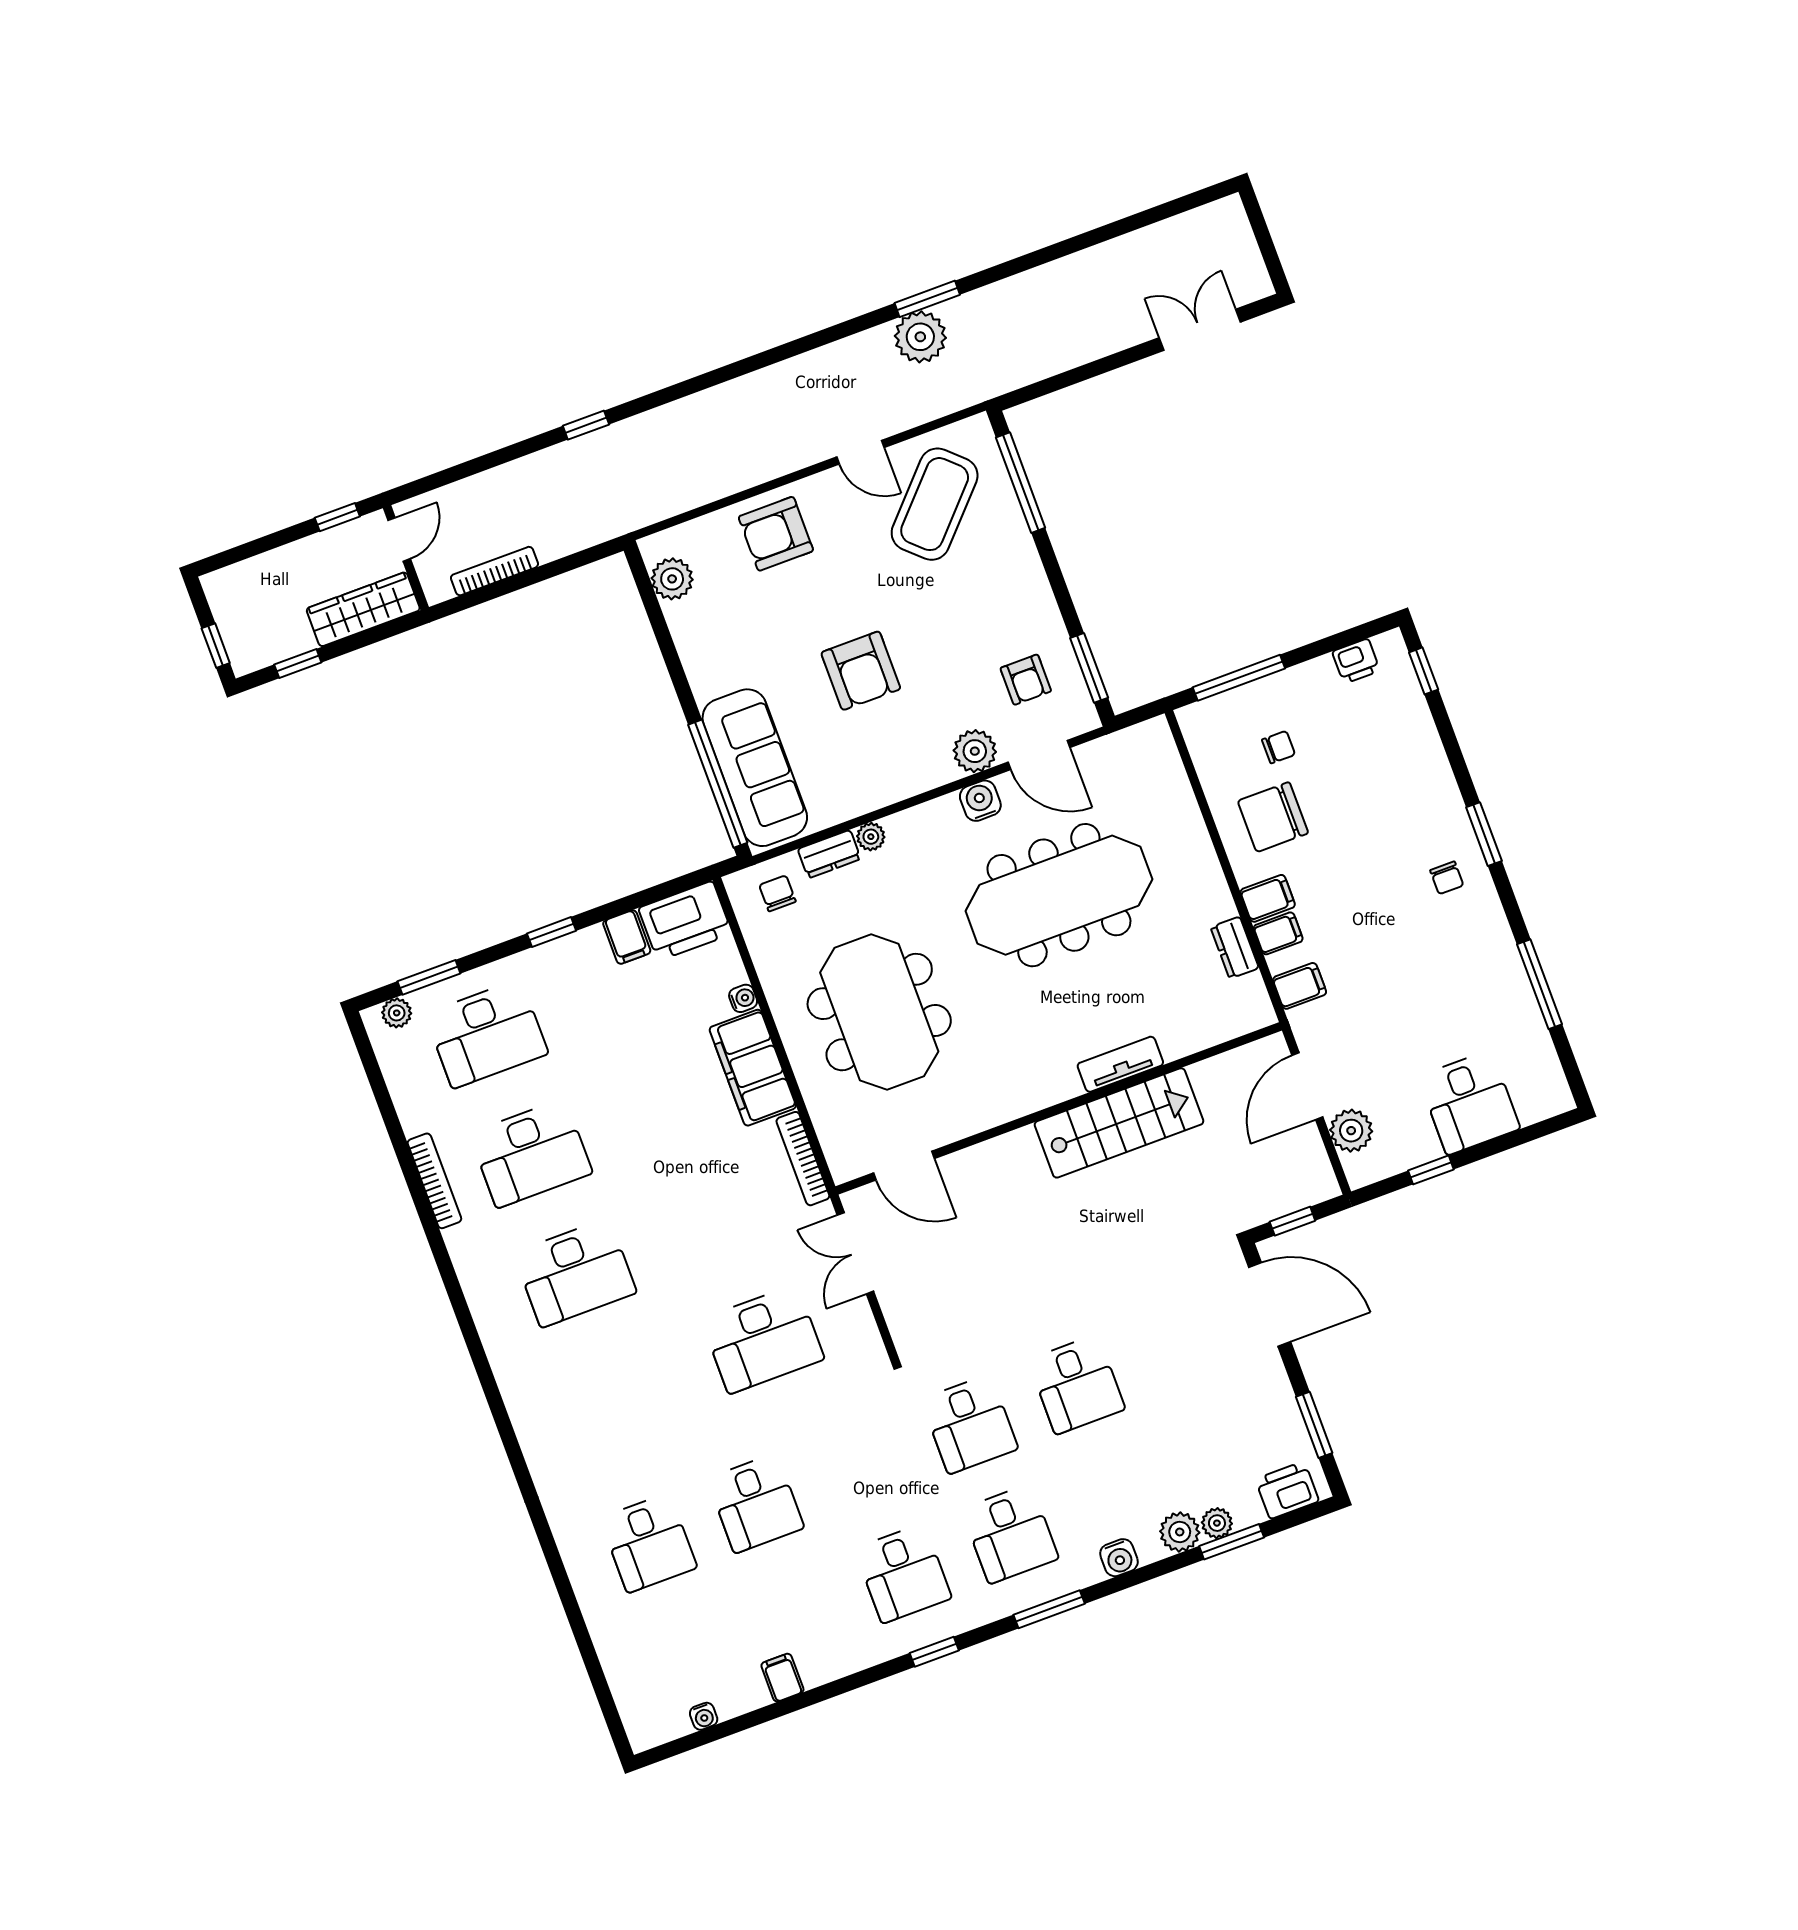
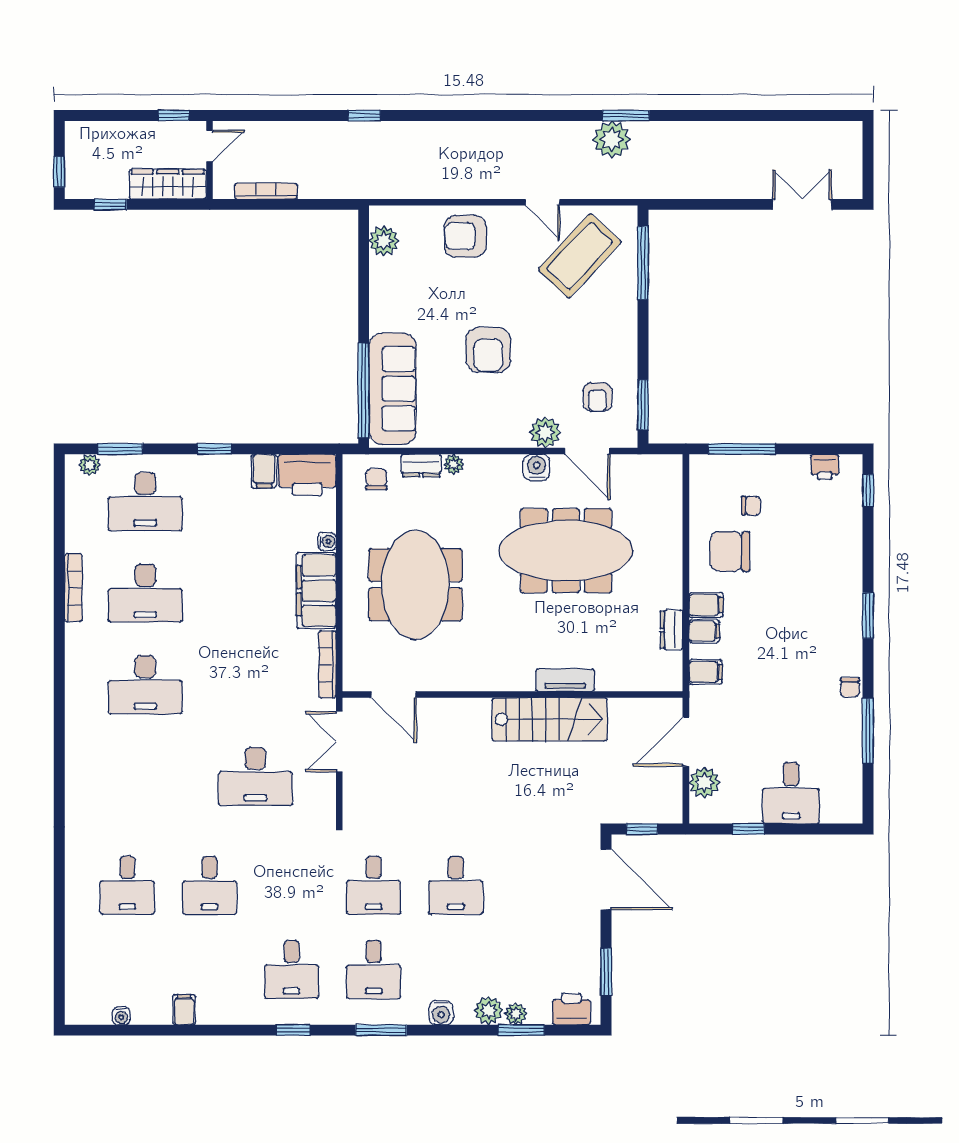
chair: (1447, 878) -> (850, 687), moved

